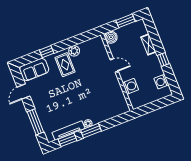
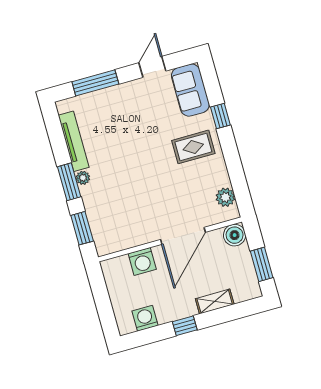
plant: (74, 51) -> (225, 197), moved
door: (114, 65) -> (183, 236), width x1.87
door: (24, 92) -> (152, 67), hinge flipped
window: (68, 140) -> (82, 228), moved

